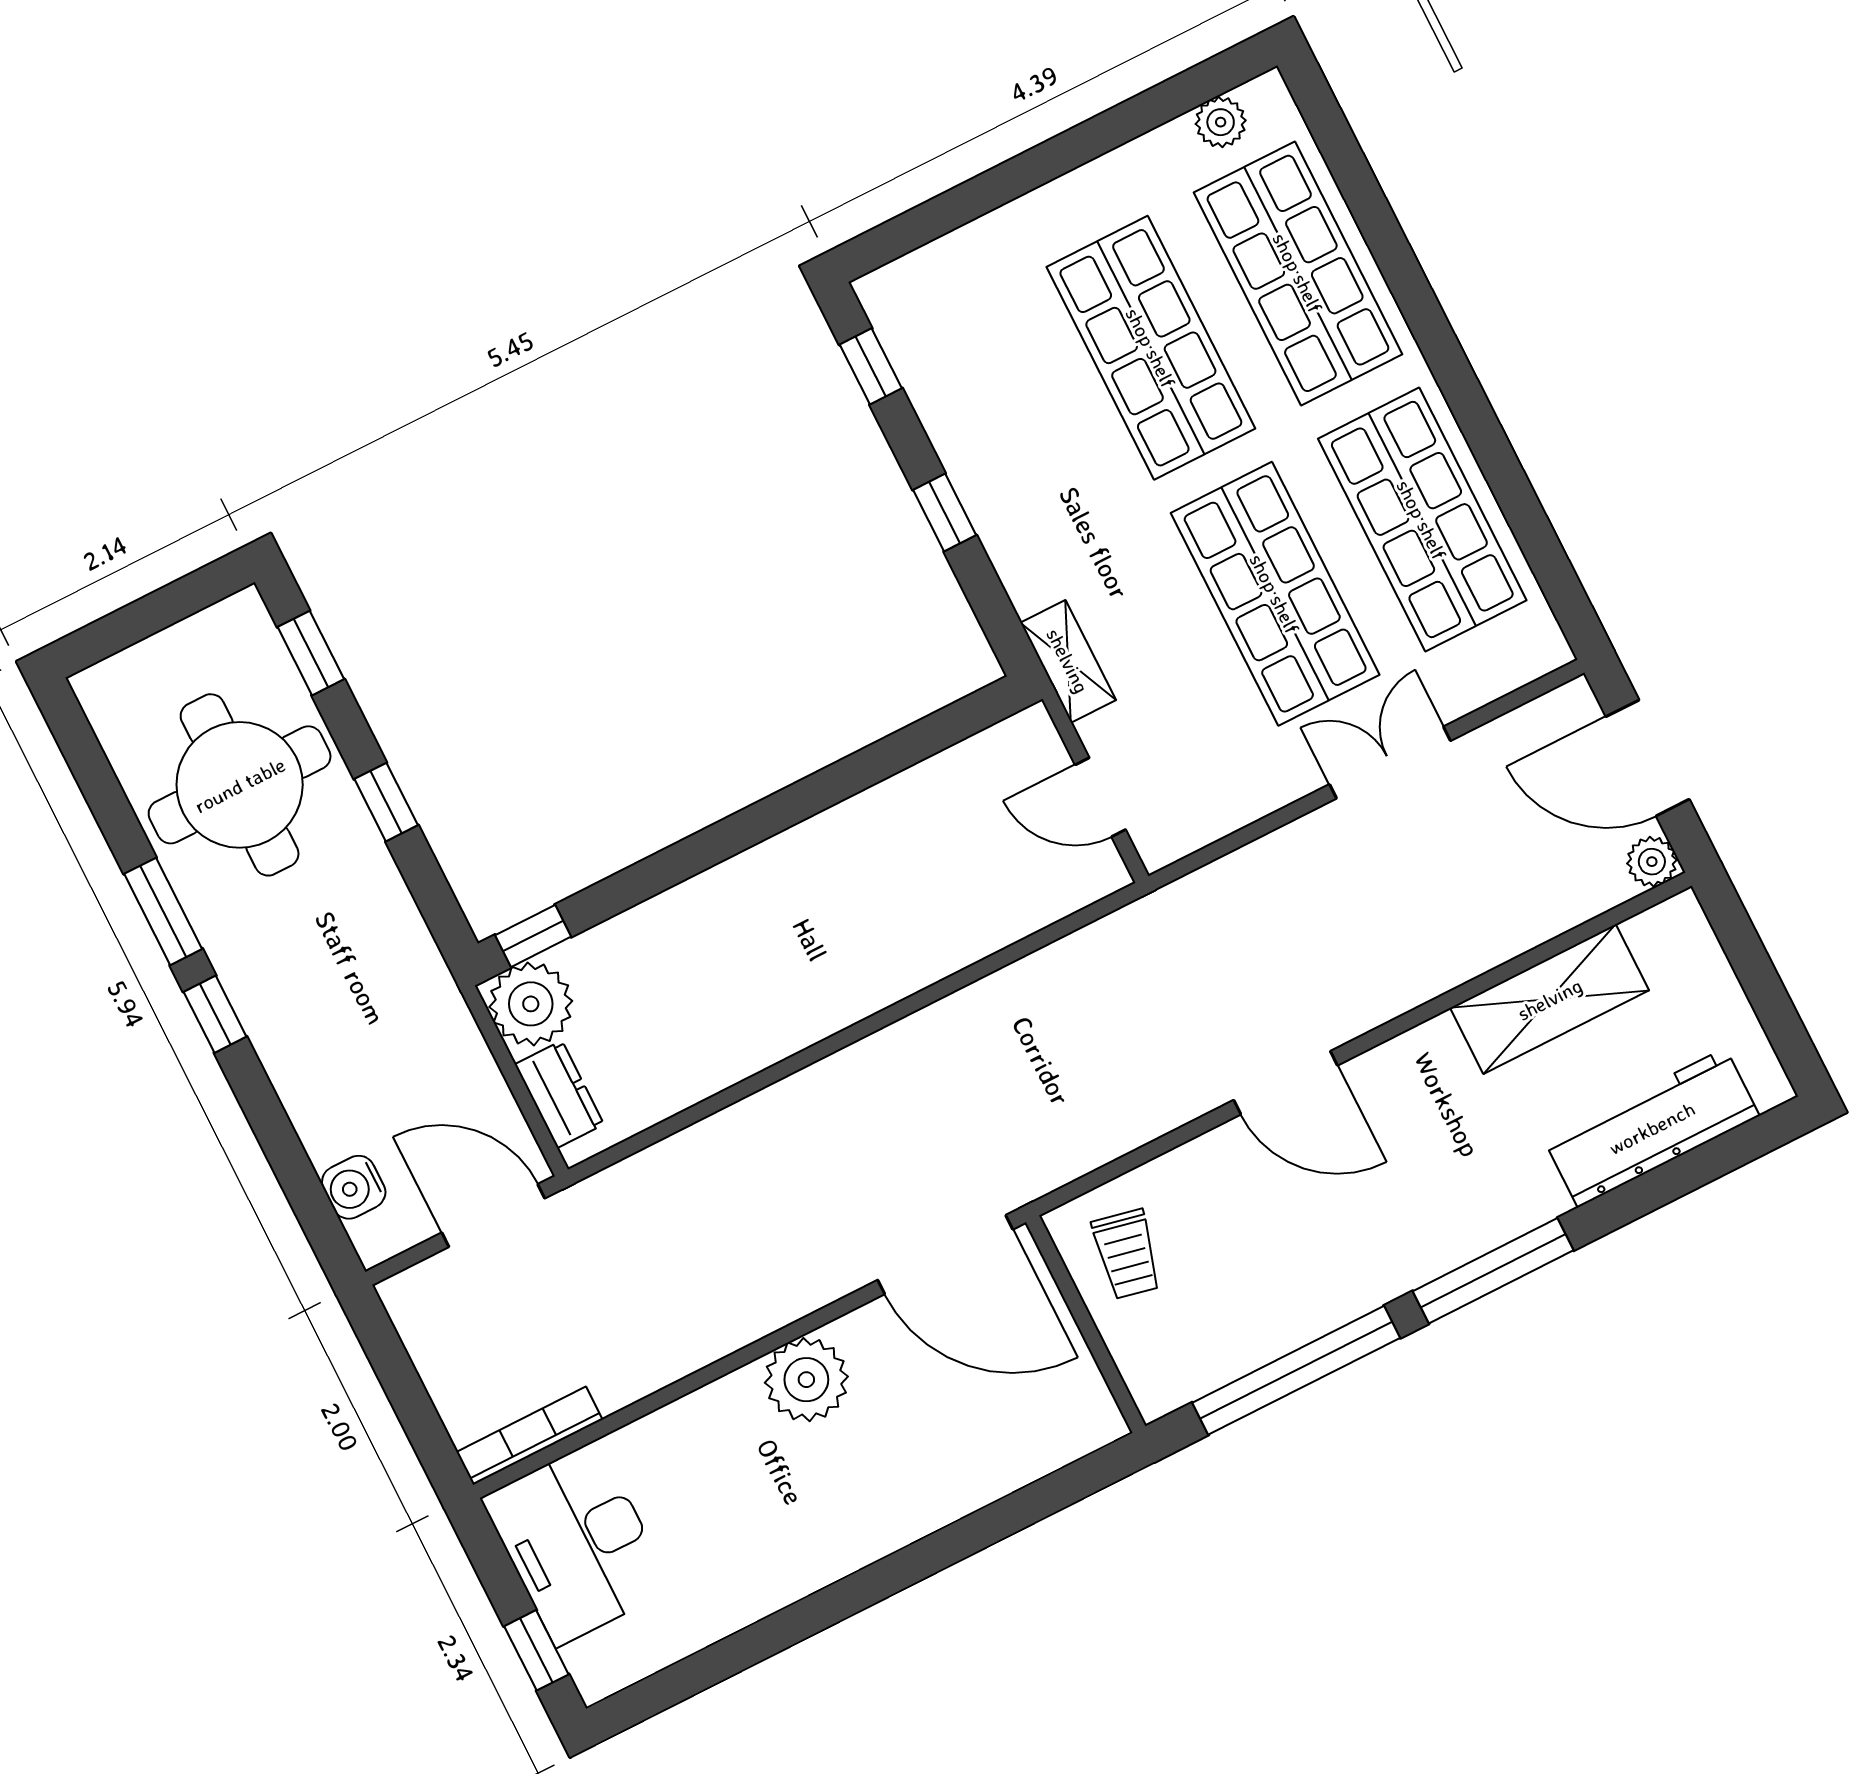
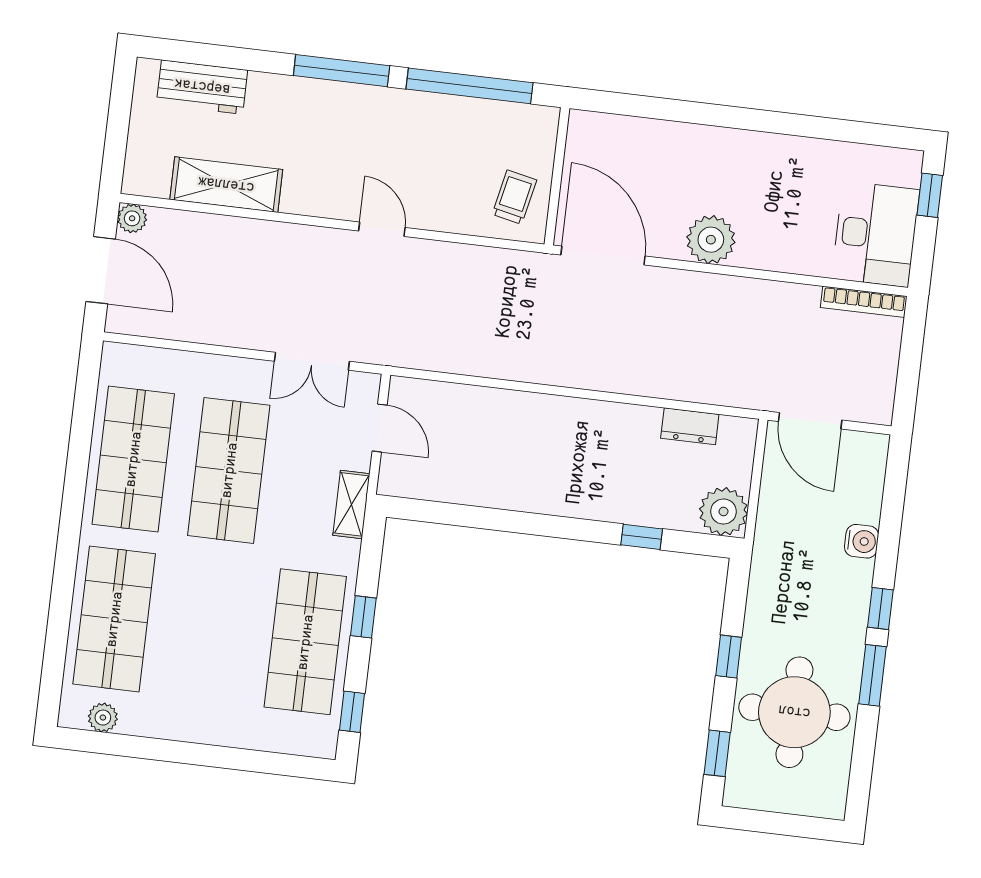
shop shelf: (1151, 348) -> (305, 642), moved
double door: (1390, 763) -> (312, 361), moved
window: (533, 936) -> (642, 537), moved
door: (1286, 1083) -> (382, 229), width x0.73
dresser: (559, 1094) -> (690, 426), moved, turned -90
workbench: (1652, 1128) -> (202, 87), width x0.73
water cooler: (354, 1187) -> (862, 541), moved

